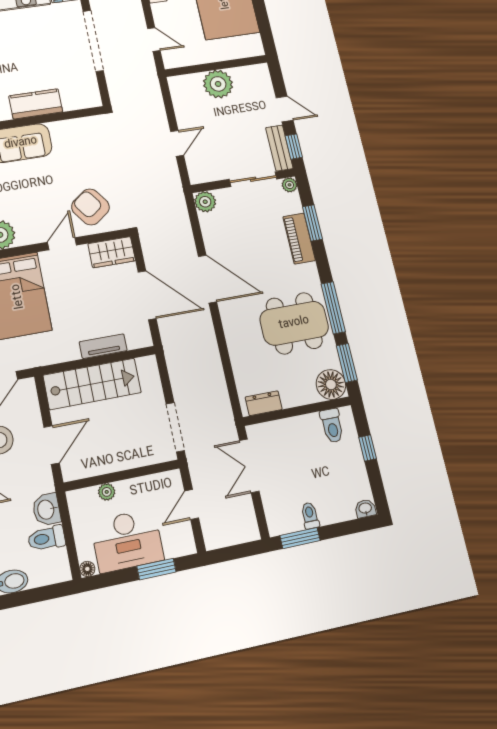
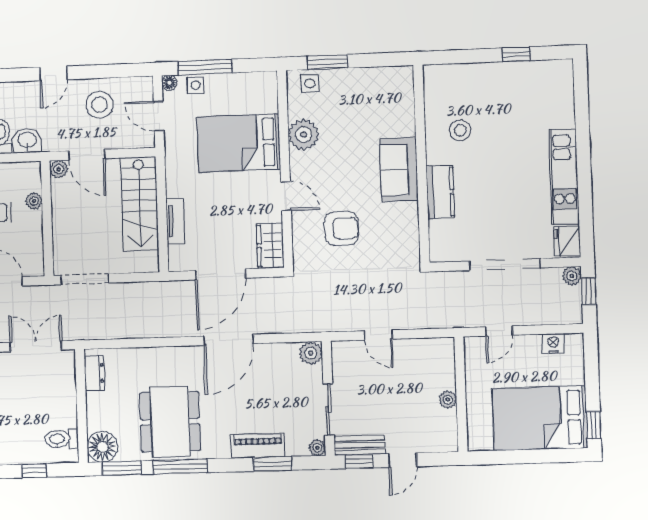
plant: (218, 84) -> (448, 400), width x0.53, depth x0.53
armchair: (90, 207) -> (341, 228), moved, turned 36
plant: (71, 472) -> (59, 169), added

